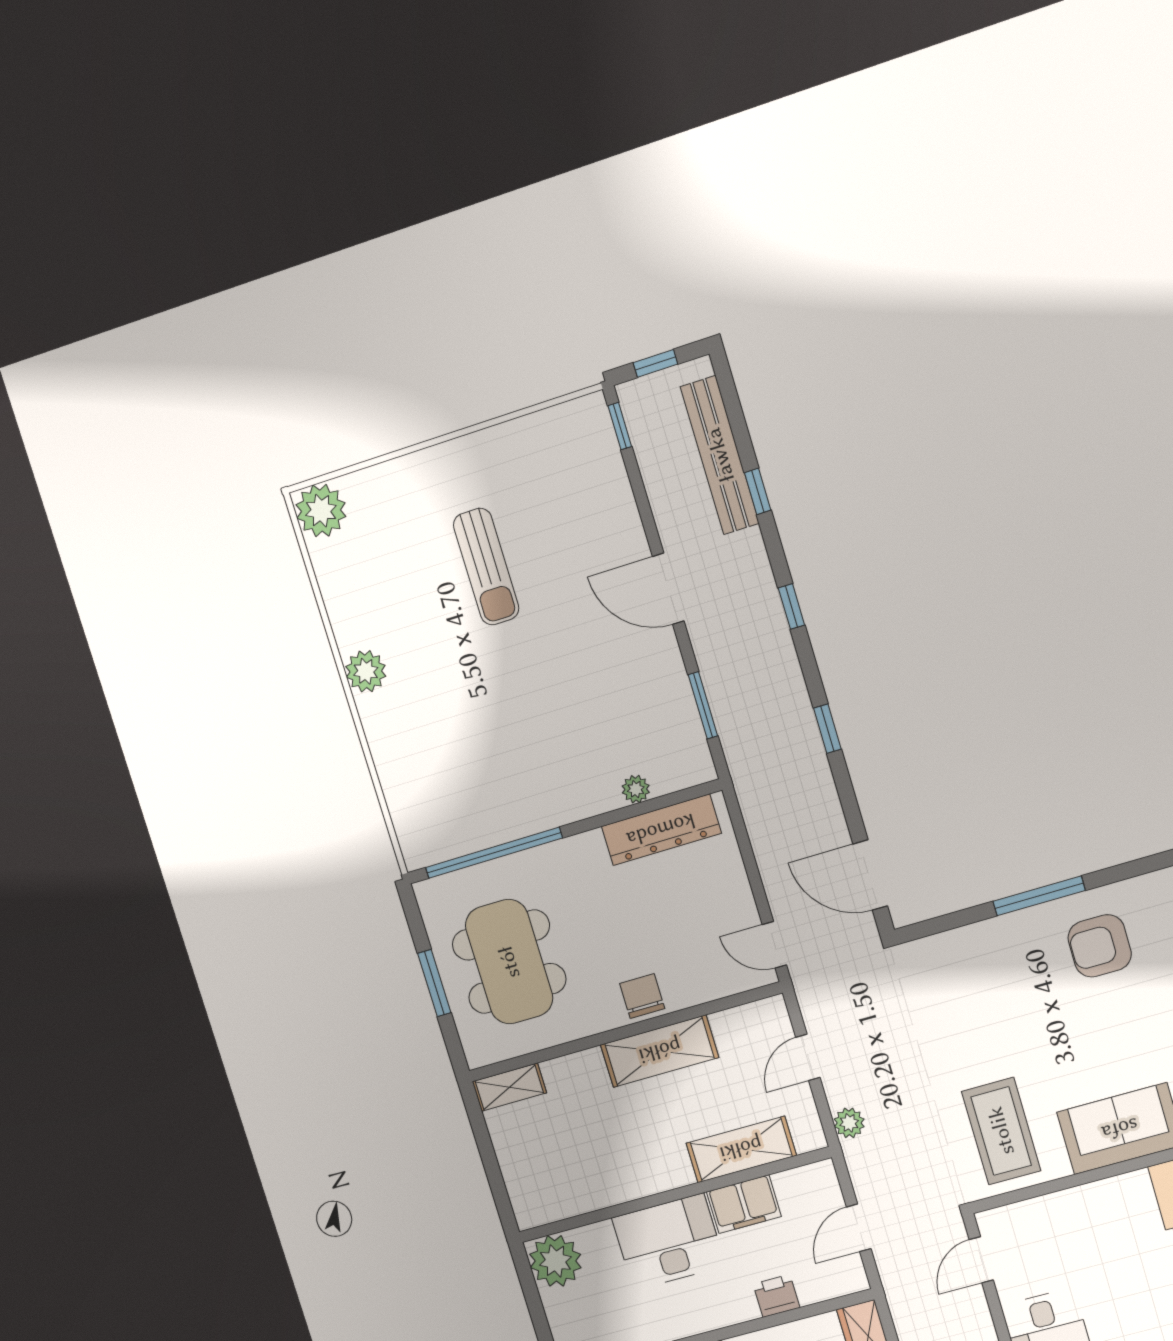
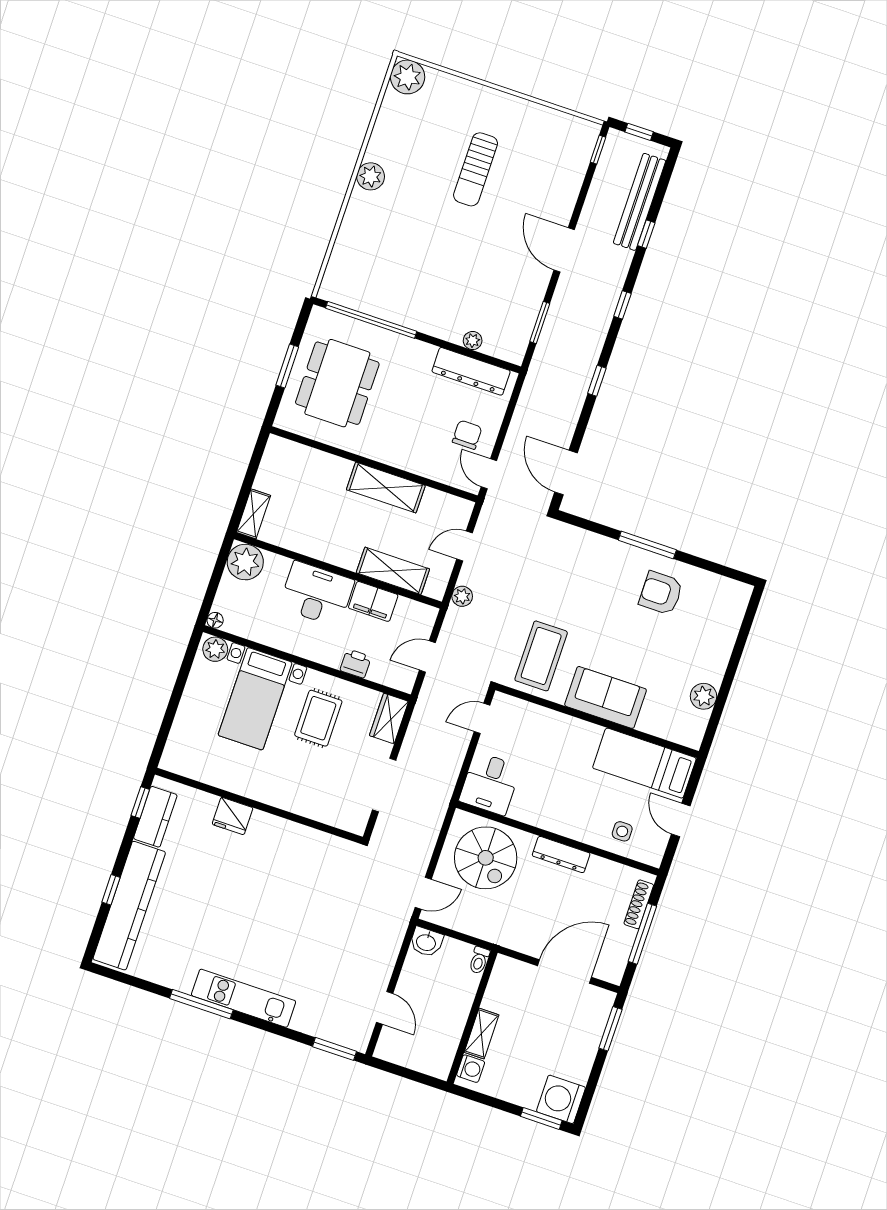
chair: (642, 996) -> (467, 435), moved
shelving: (509, 1087) -> (253, 514), moved, turned 90

